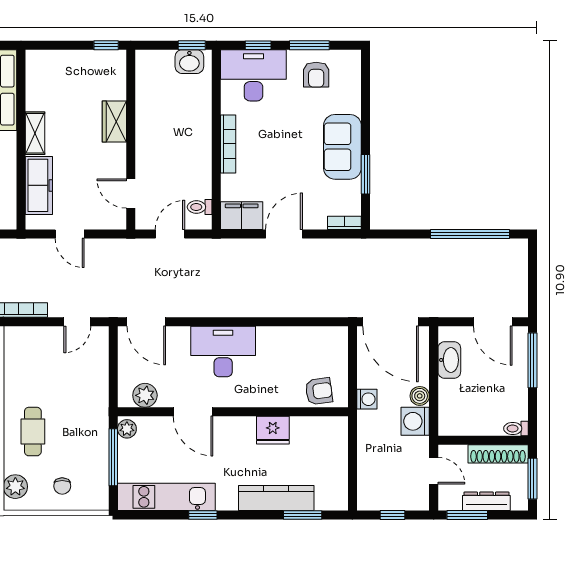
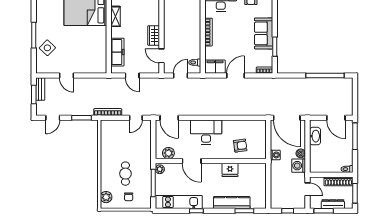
wardrobe: (114, 121) -> (154, 36), moved
shelving: (35, 133) -> (115, 16), moved
armchair: (319, 391) -> (240, 146), moved
cafe table: (33, 432) -> (125, 174), moved

